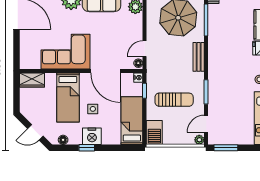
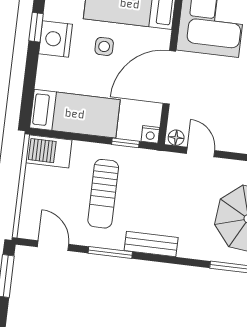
bench: (199, 57) -> (151, 244), moved
plant: (199, 140) -> (26, 230), removed

